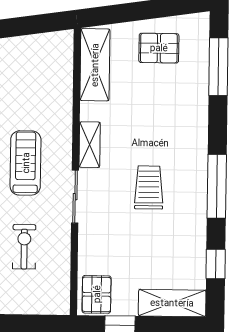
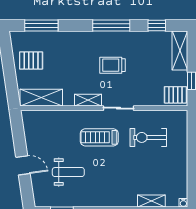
pallet: (159, 48) -> (31, 60), turned 90
exercise bike: (24, 247) -> (148, 137), width x1.38, depth x1.39

